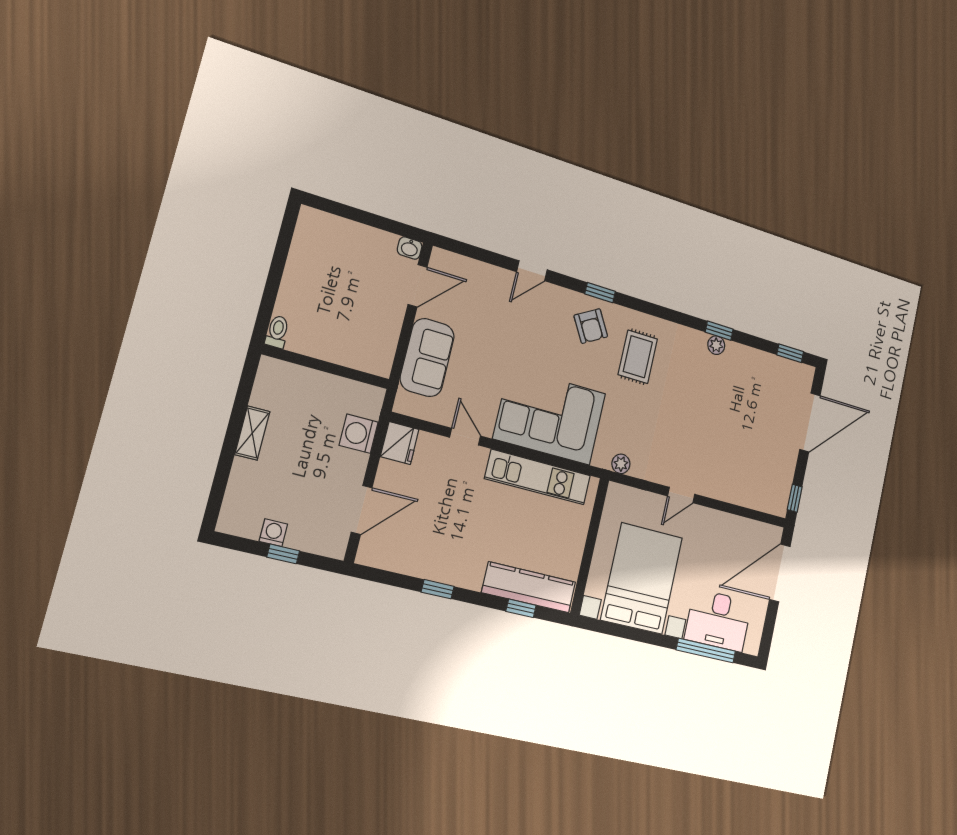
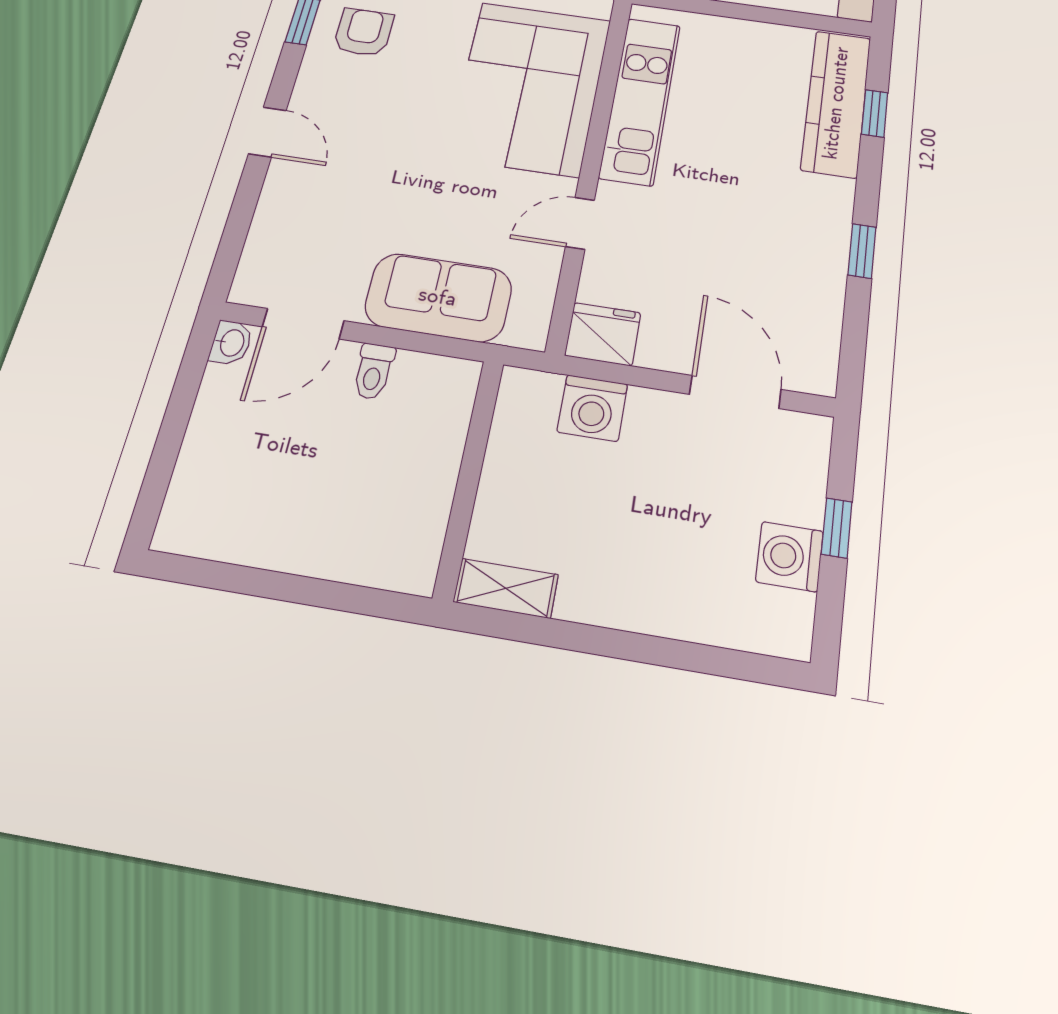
door: (418, 286) -> (303, 324), swing flipped
armchair: (591, 326) -> (364, 32), turned -60
toilet: (277, 332) -> (373, 371), moved, turned -90
shelving: (252, 433) -> (506, 588), moved
washing machine: (273, 533) -> (789, 556), width x1.38, depth x1.38

